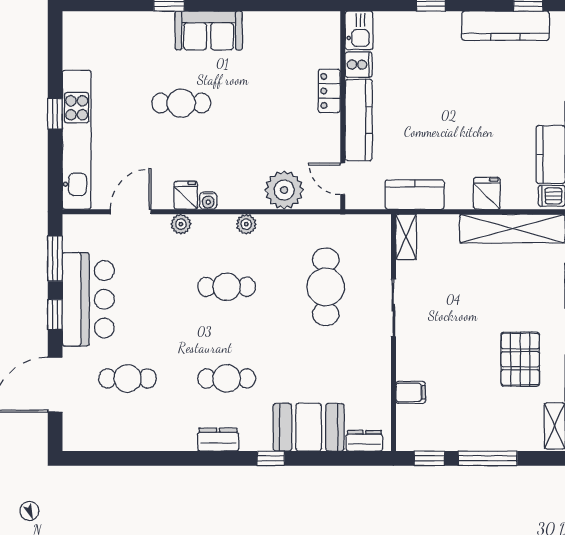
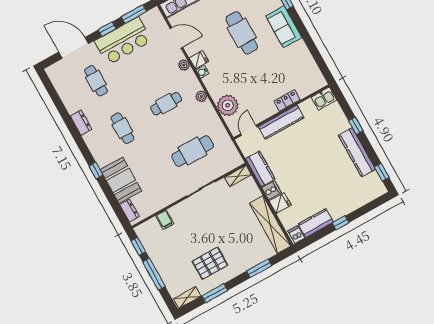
kitchen counter: (505, 26) -> (357, 152), moved
cooker: (359, 65) -> (272, 190), moved, turned -90
cafe table: (181, 103) -> (242, 33), width x1.37, depth x1.35
cafe table: (227, 287) -> (166, 104), turned 90
dresser: (218, 440) -> (81, 123), moved

